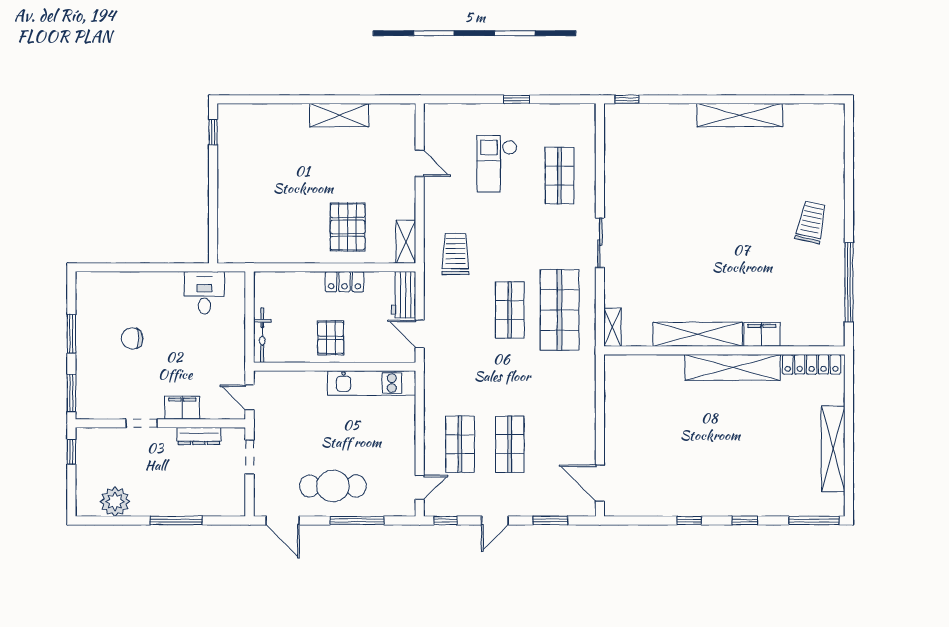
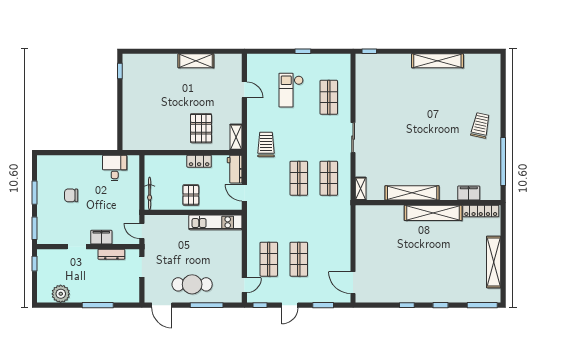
shop shelf: (560, 310) -> (329, 178), width x0.70, depth x0.74
filing cabinet: (762, 334) -> (469, 193), moved

